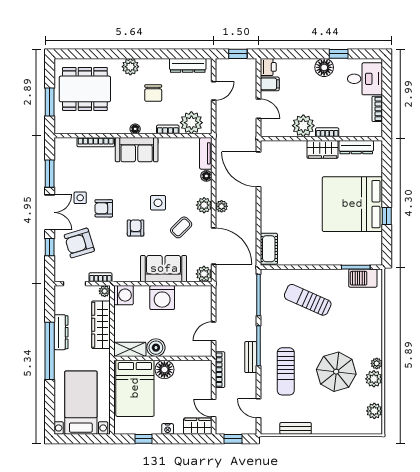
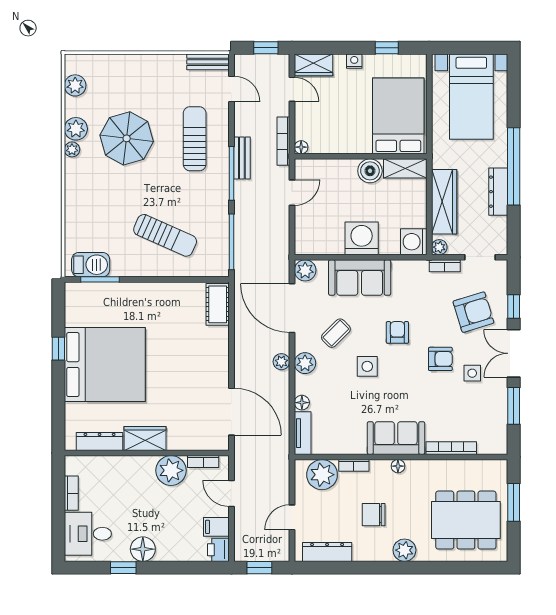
chair: (153, 93) -> (374, 515), turned -90
bookcase: (327, 132) -> (203, 462), moved
armchair: (136, 228) -> (397, 332), turned 180
floor lamp: (164, 370) -> (301, 147), moved, width x0.53, depth x0.53
bench: (296, 428) -> (208, 62), moved

